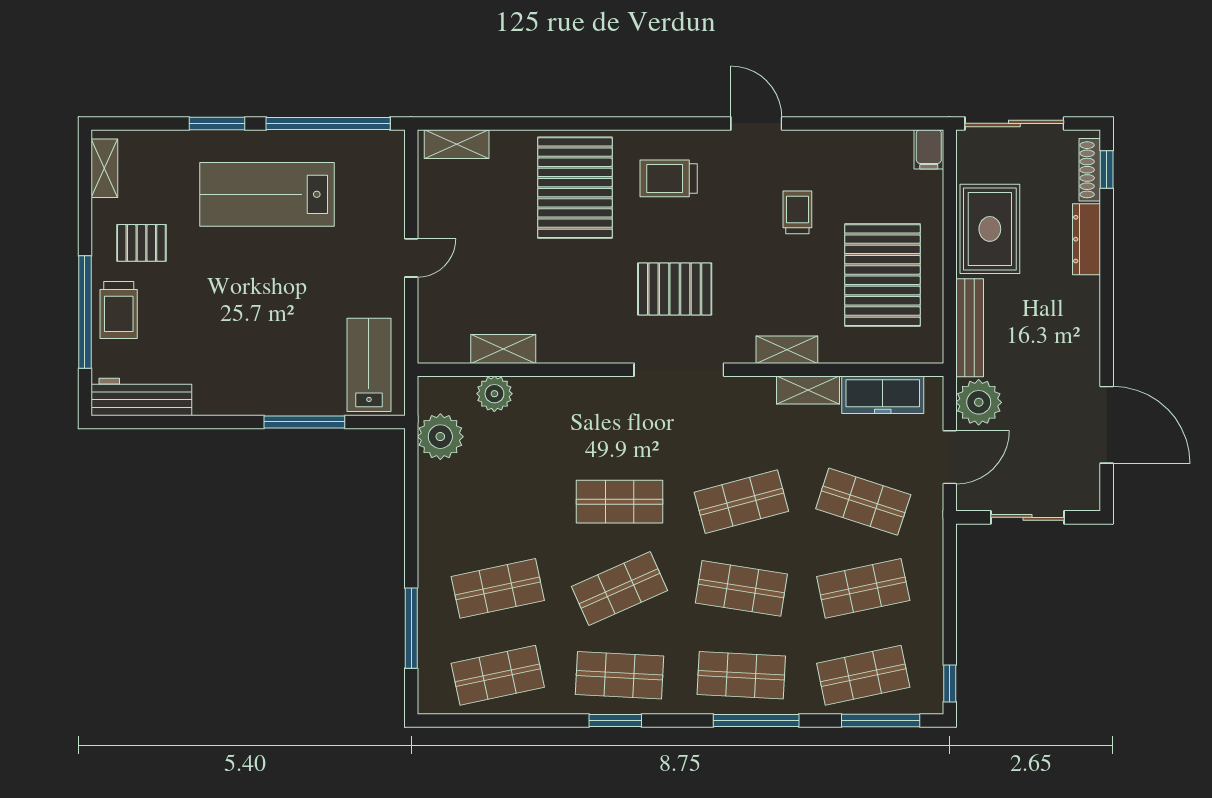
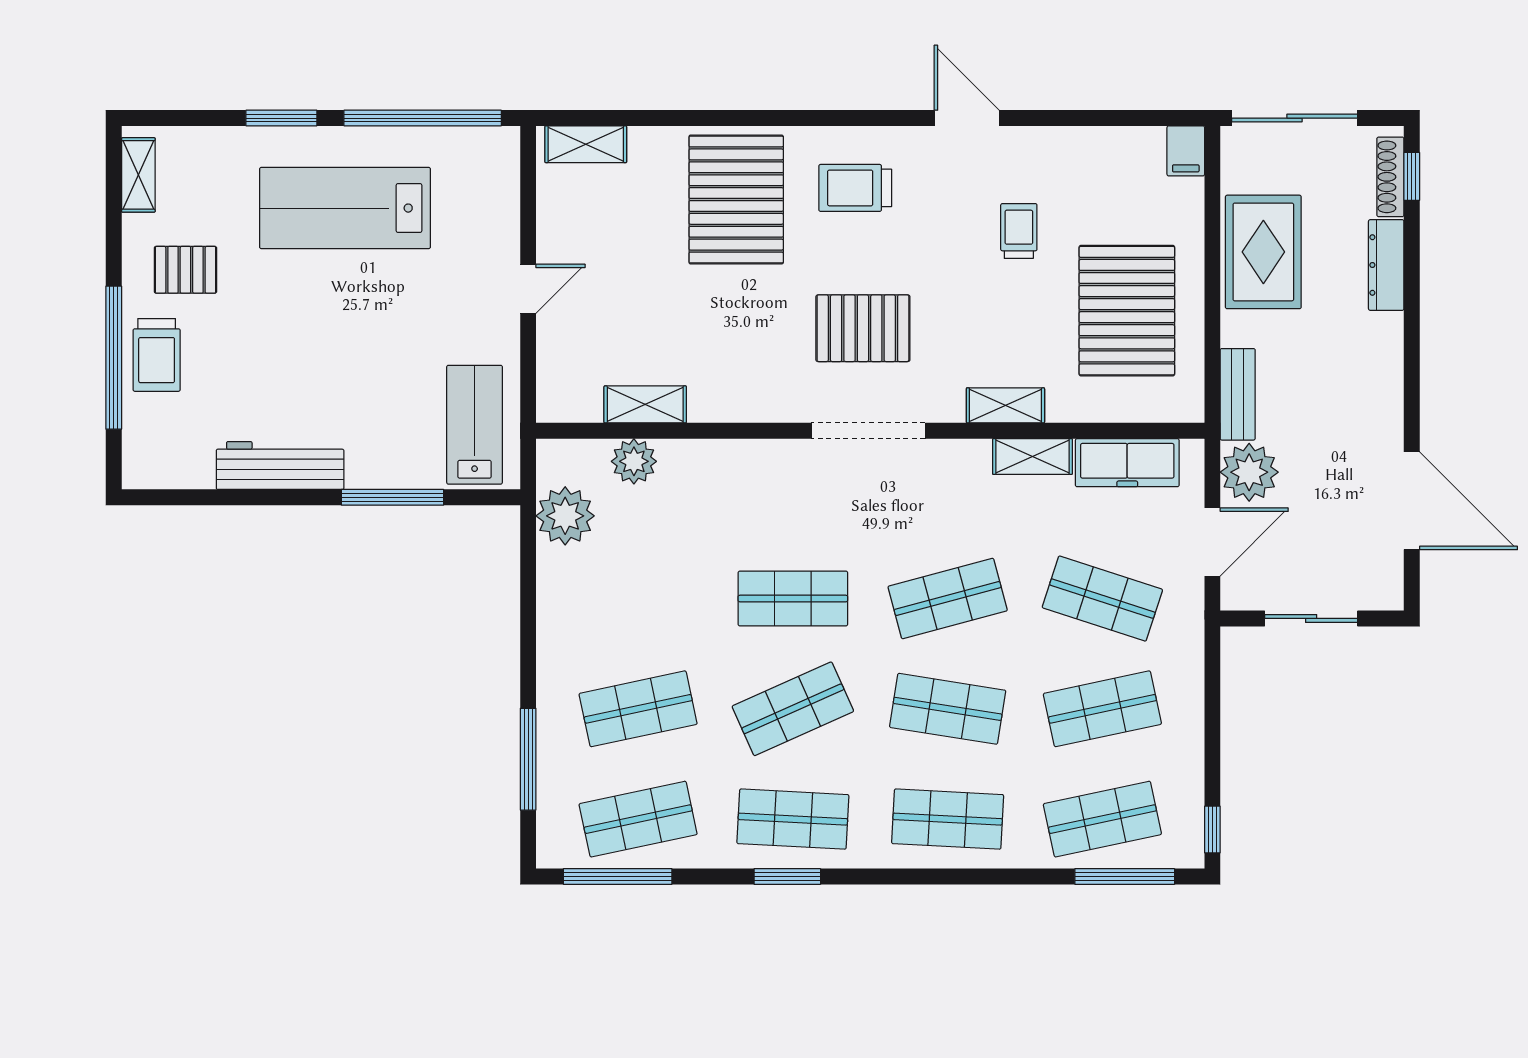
bench: (970, 328) -> (1238, 394), width x0.73
workbench: (141, 397) -> (280, 465), moved
window: (756, 720) -> (618, 877), moved

